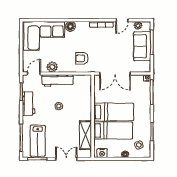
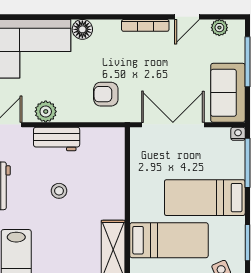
sofa: (142, 46) -> (228, 93), moved
double door: (115, 73) -> (173, 125), swing flipped
workbench: (58, 81) -> (57, 139), width x0.73
bed: (114, 112) -> (205, 198), moved, turned 180

